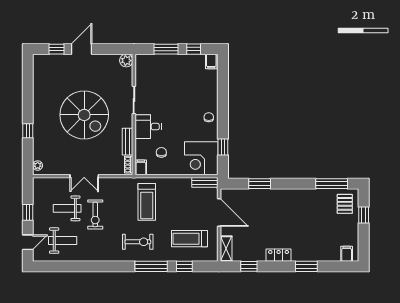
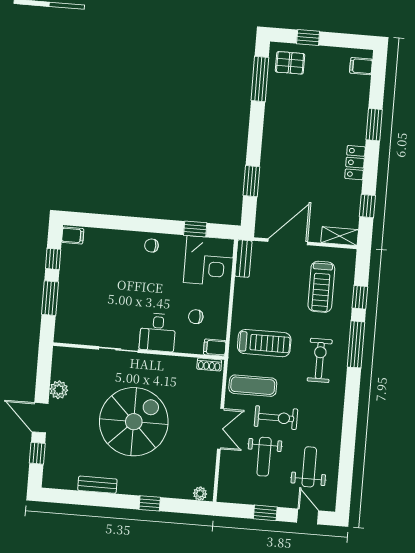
plant: (126, 61) -> (59, 390), moved
bench: (128, 142) -> (97, 485), moved
exercise mat: (116, 196) -> (253, 386), added

